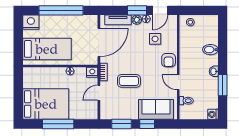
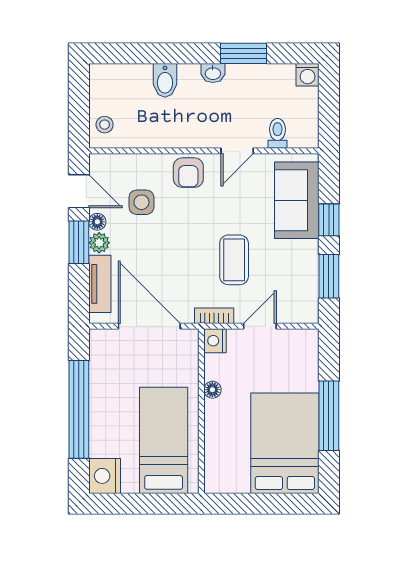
armchair: (169, 60) -> (188, 173), turned 90
door: (99, 93) -> (260, 326), swing flipped

